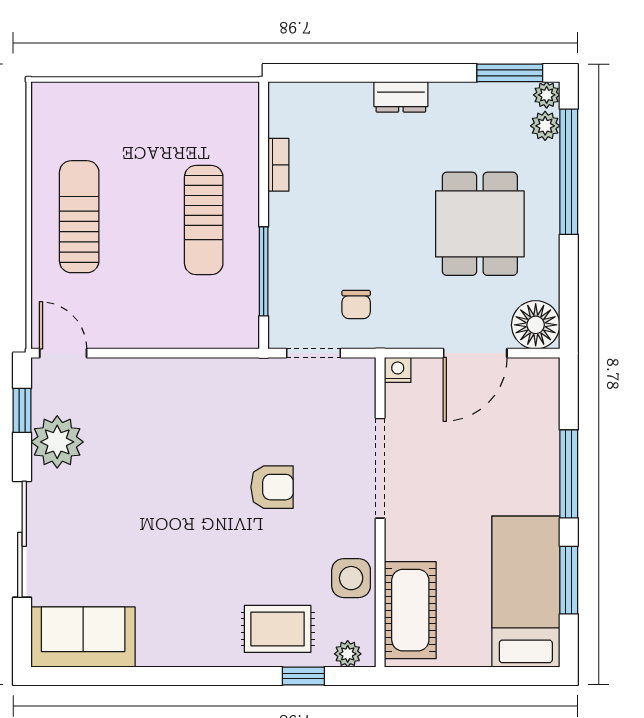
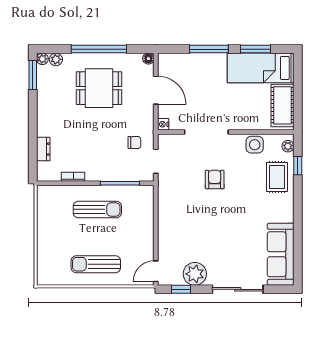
dresser: (401, 97) -> (43, 149), moved
window: (569, 172) -> (99, 49), moved
floor lamp: (536, 325) -> (148, 59), width x0.53, depth x0.53
cot: (410, 610) -> (282, 105), moved, turned 90
sofa: (83, 637) -> (281, 254), width x1.36

